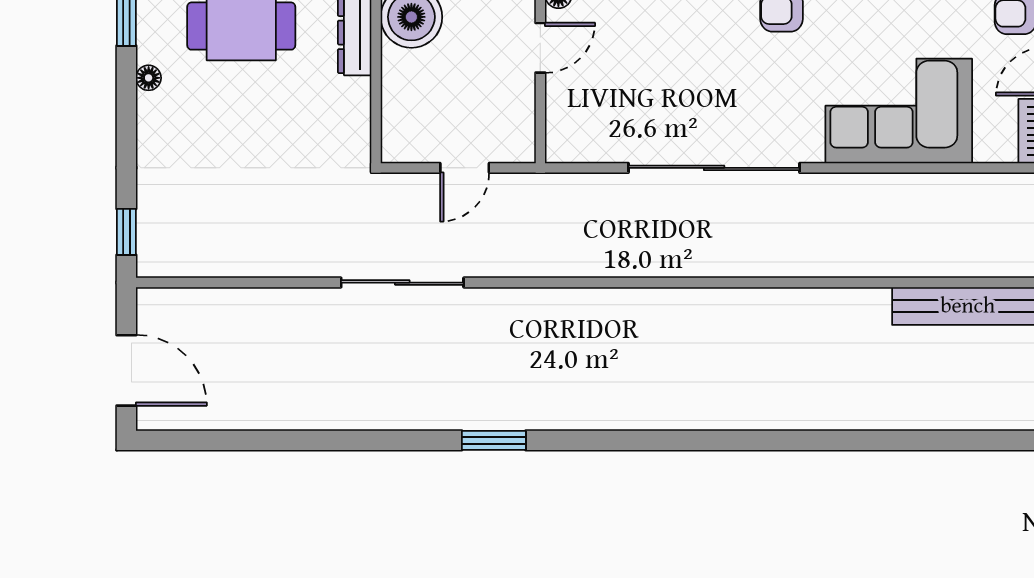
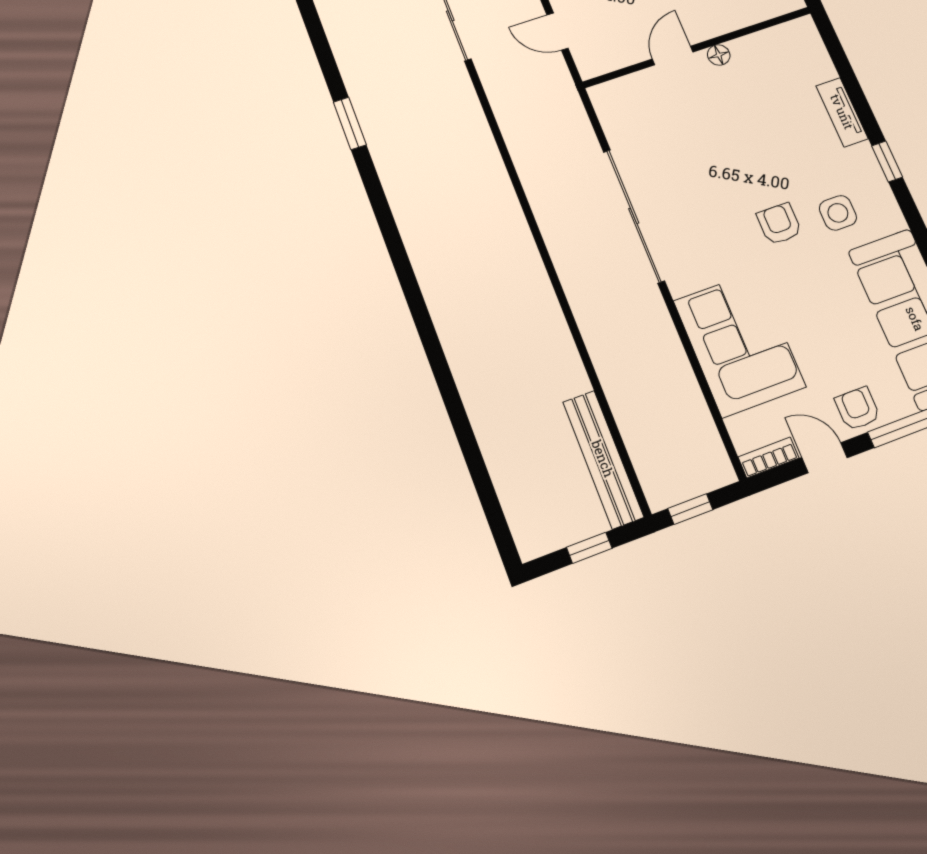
door: (540, 48) -> (673, 55), swing flipped

